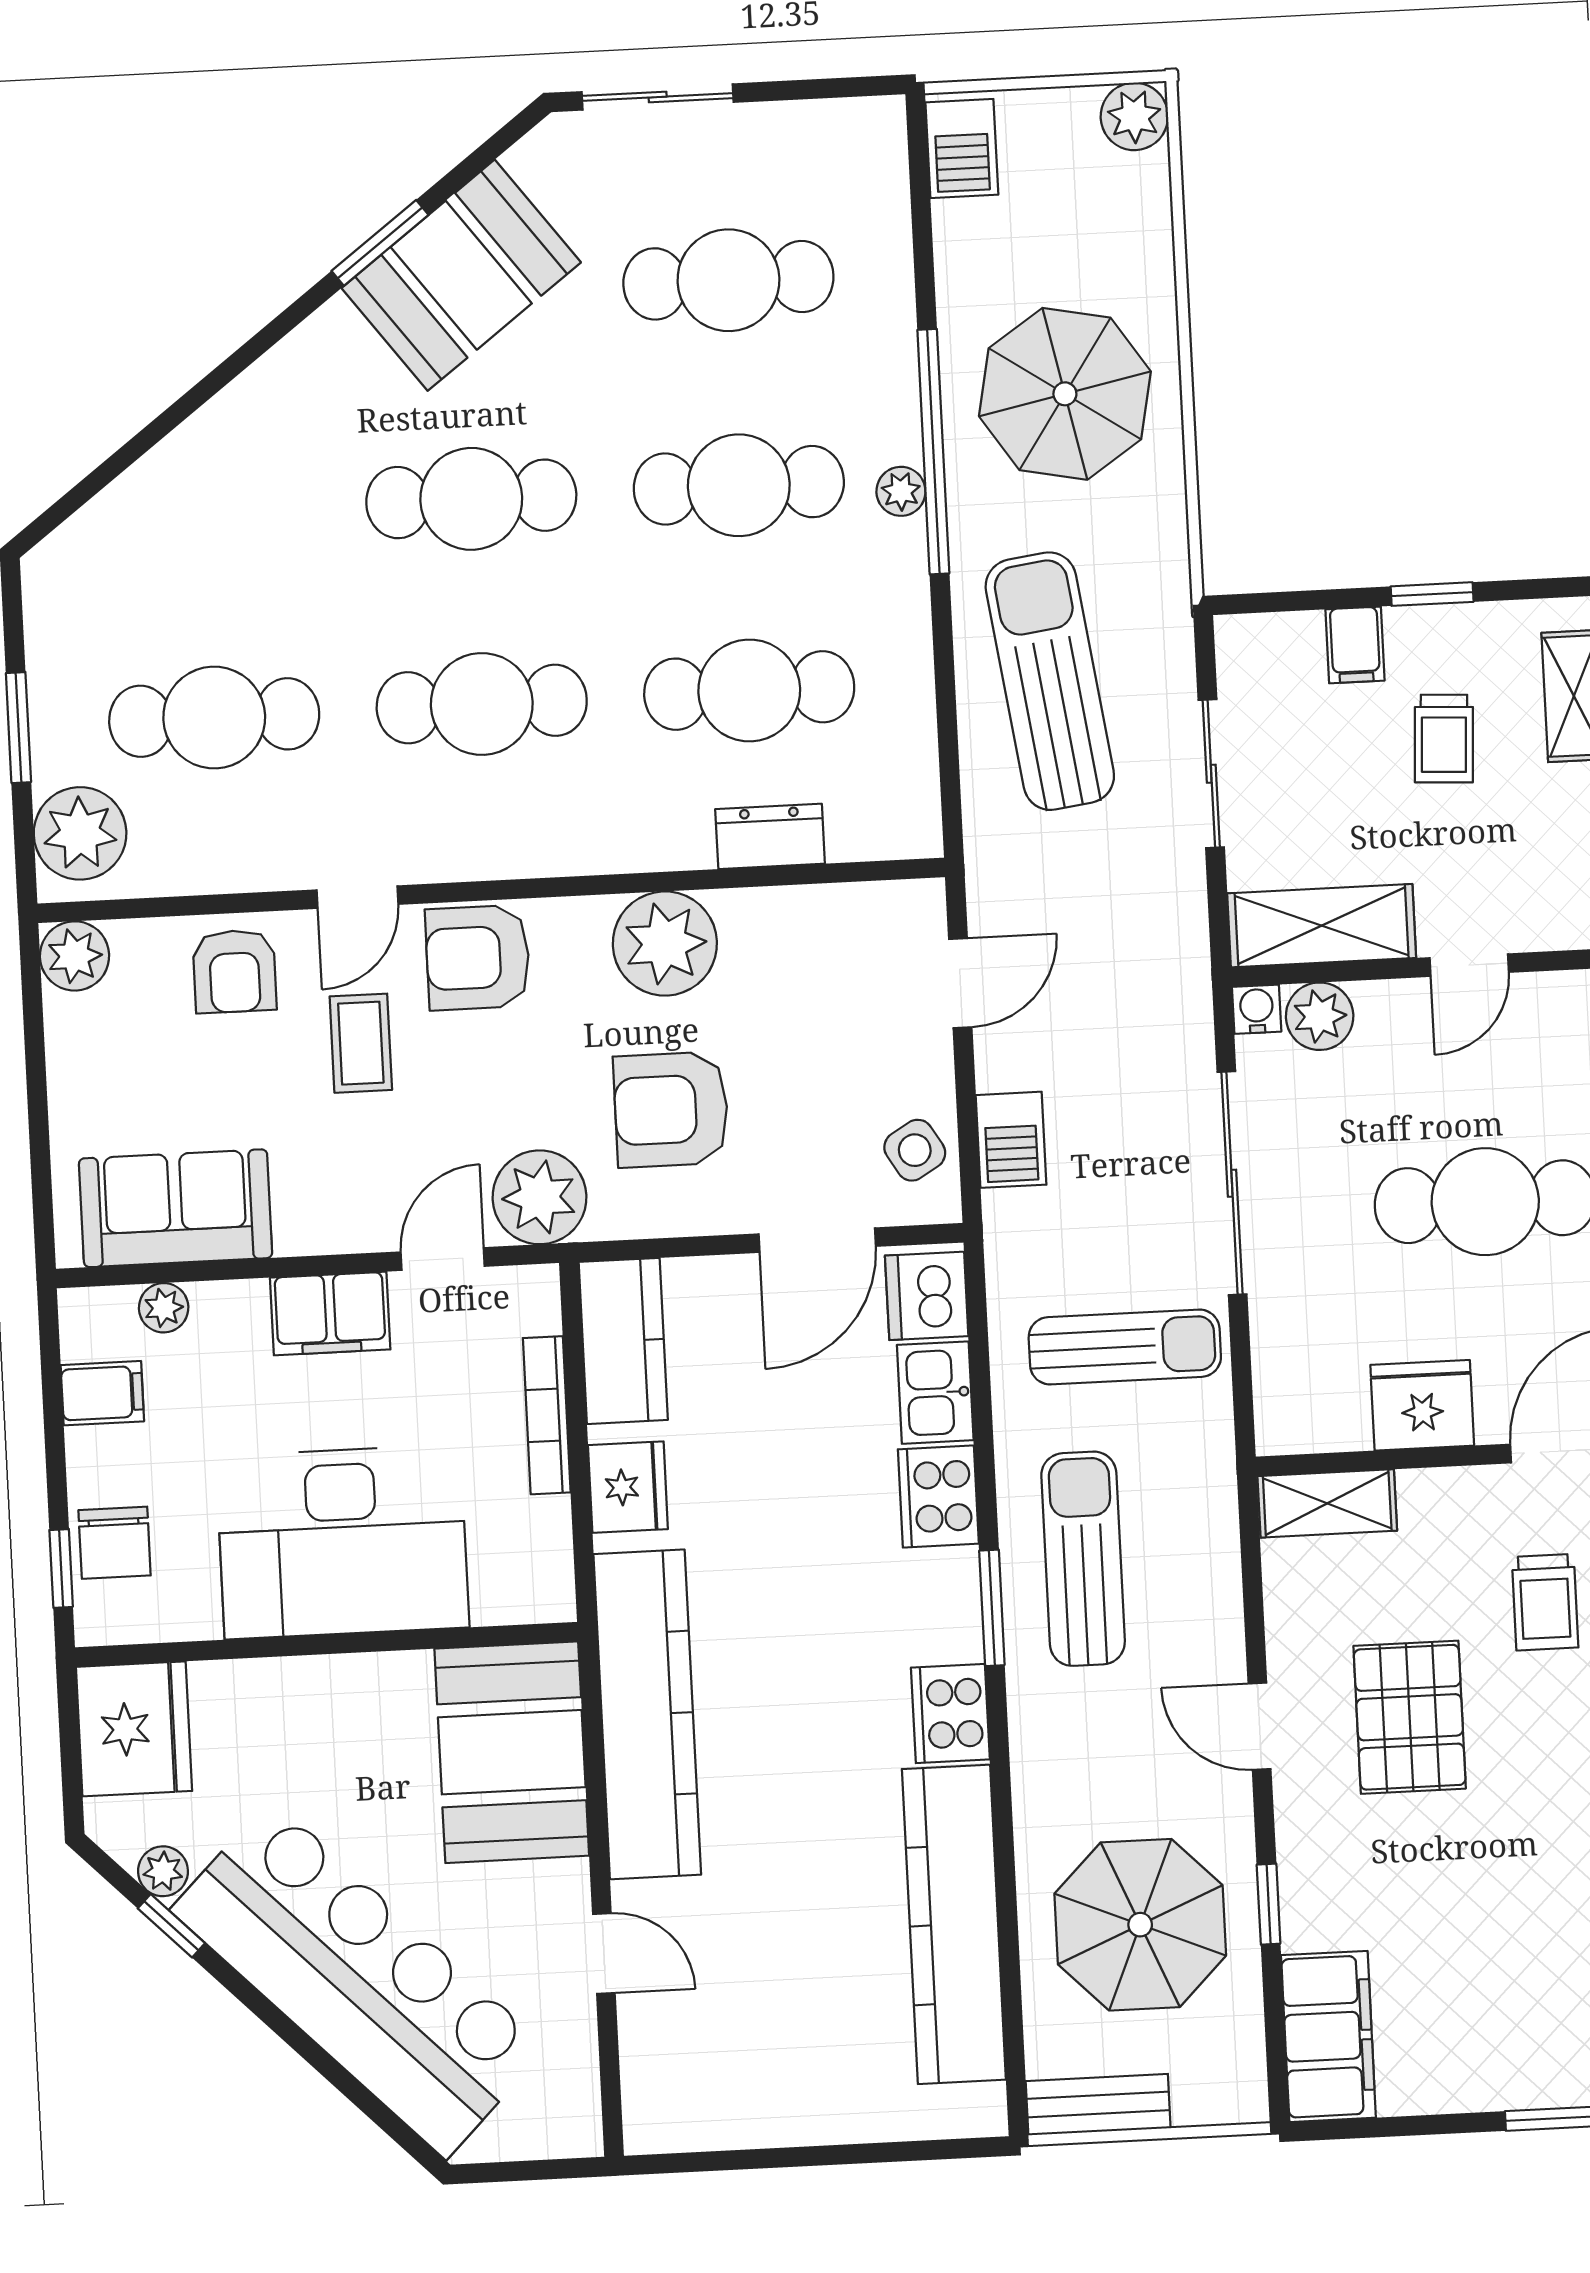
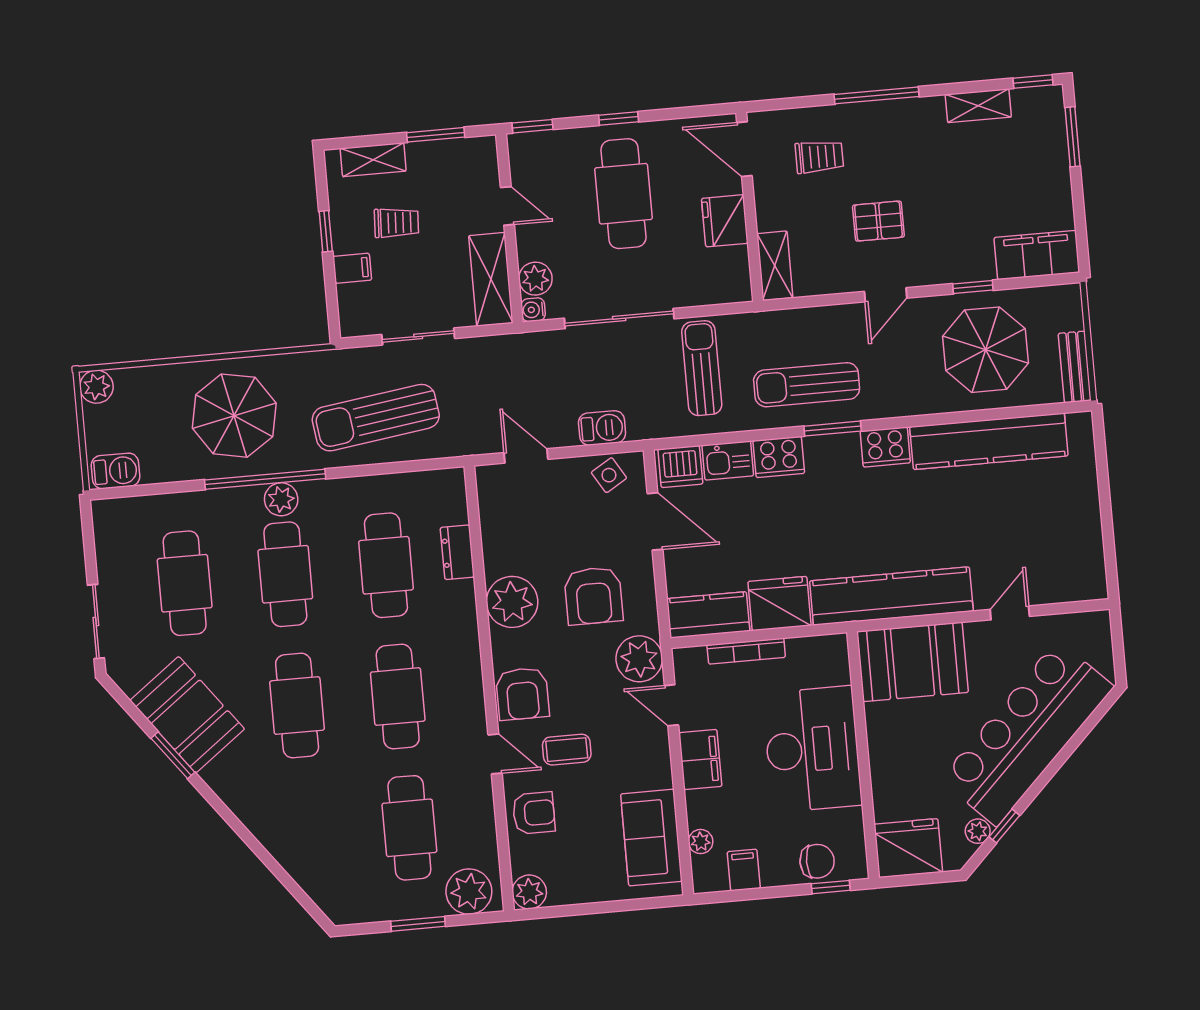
plant: (901, 491) -> (281, 499), width x1.38, depth x1.38
fridge: (628, 1487) -> (779, 604), width x1.36, depth x1.34
pallet: (1410, 1717) -> (878, 221), width x0.67, depth x0.71

